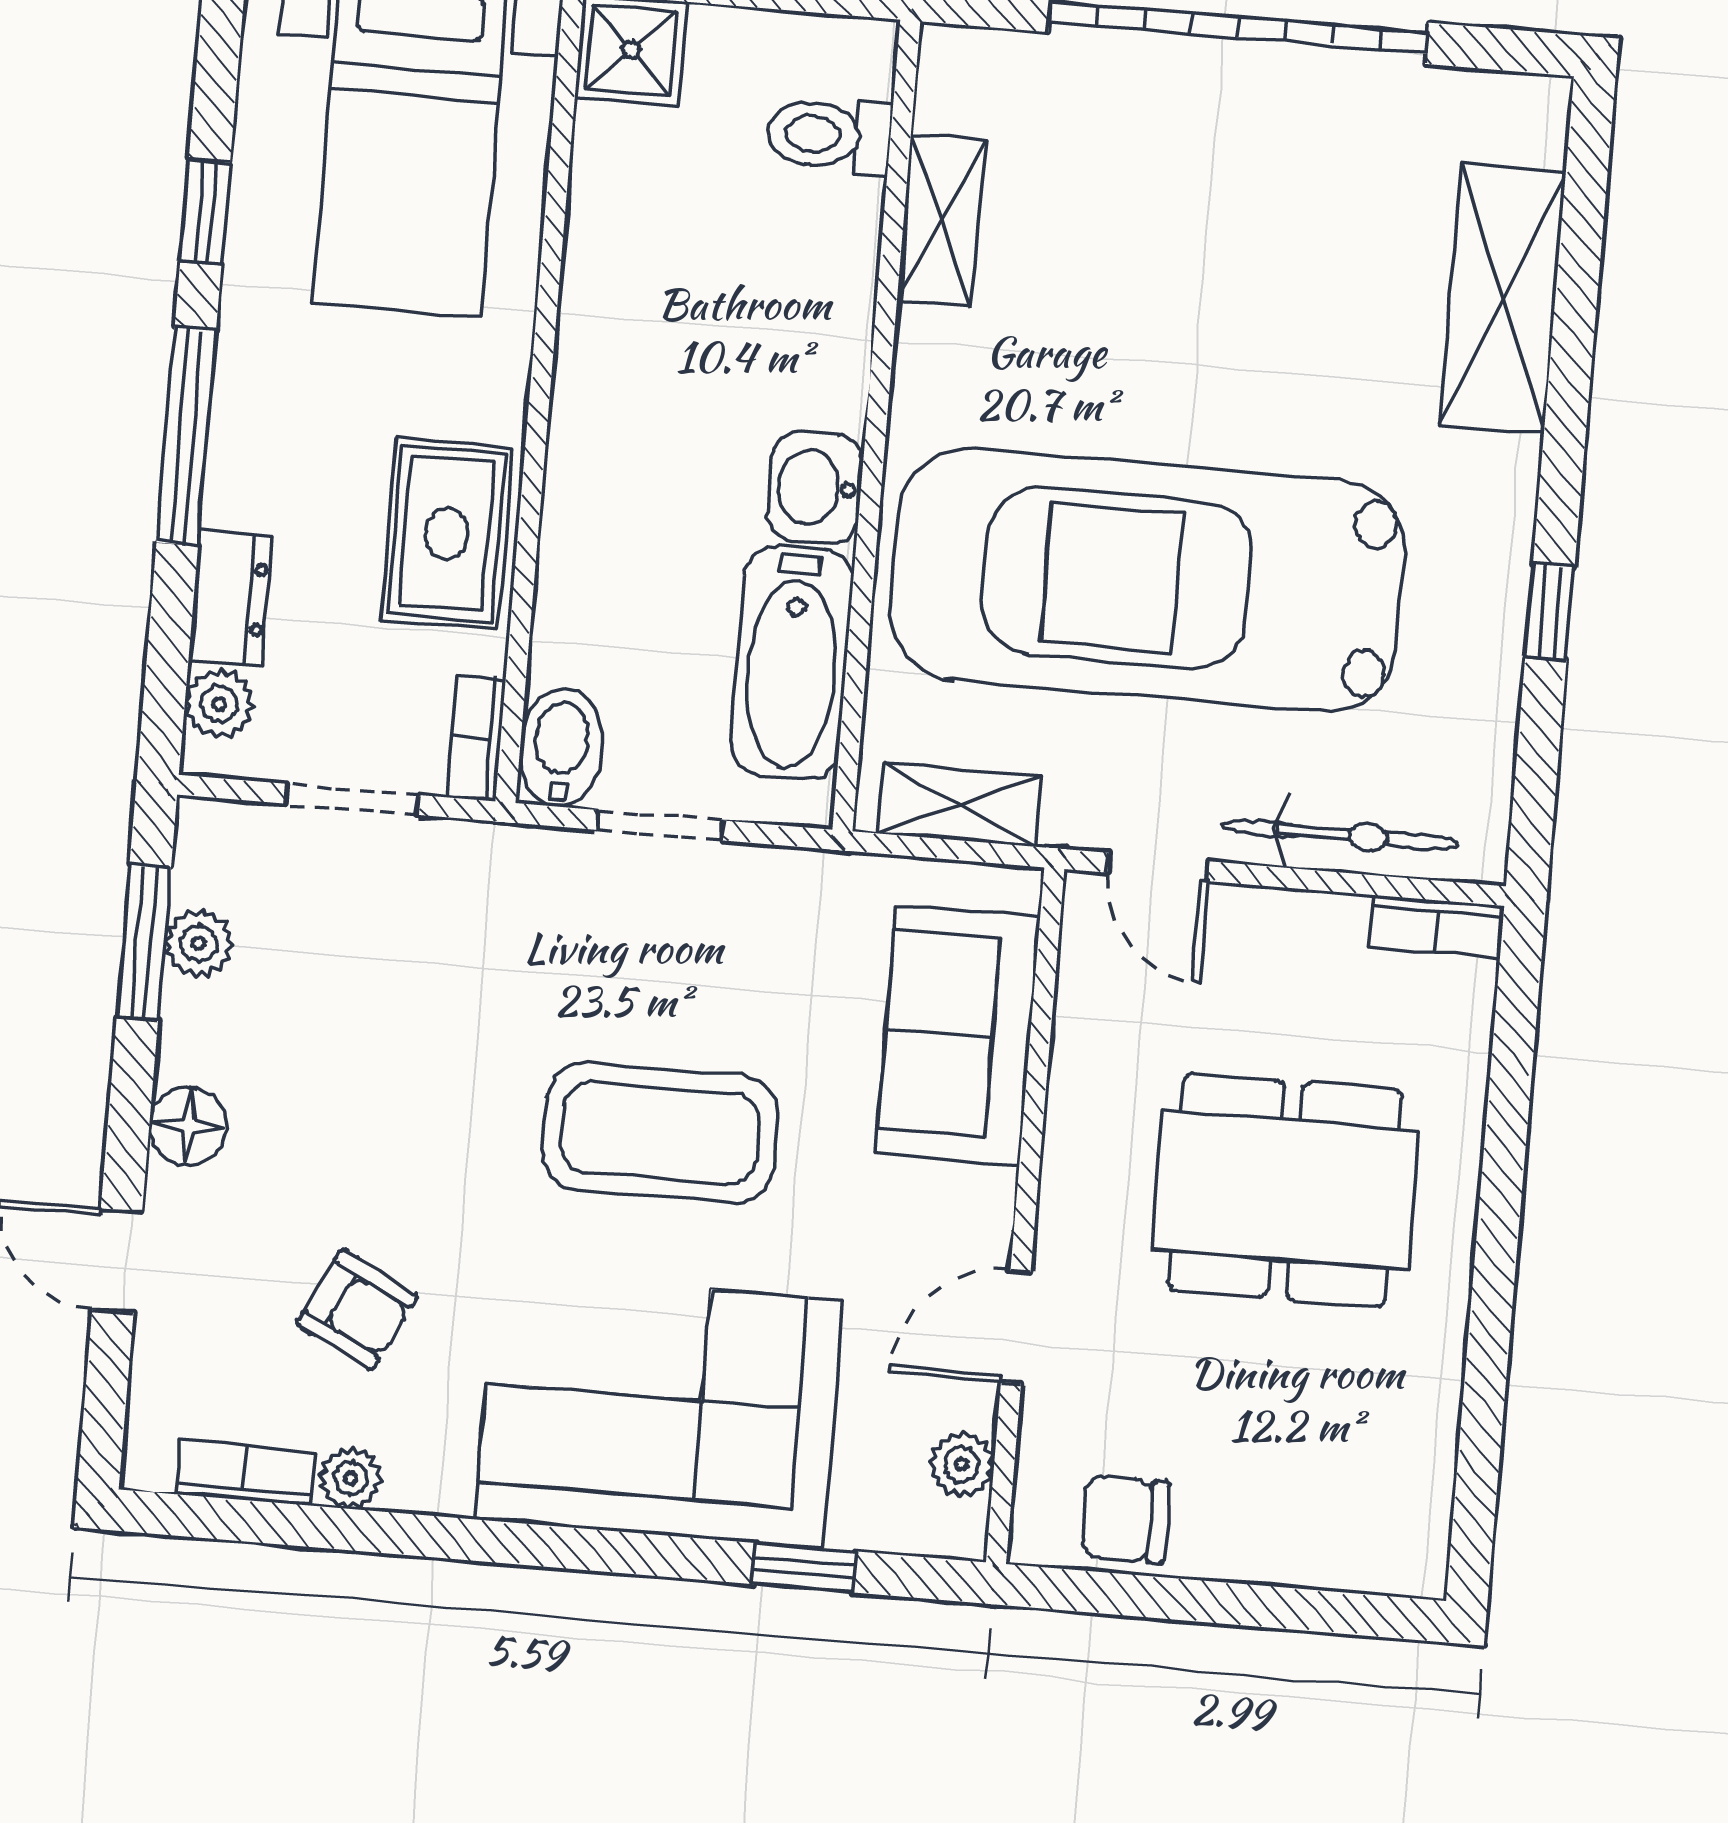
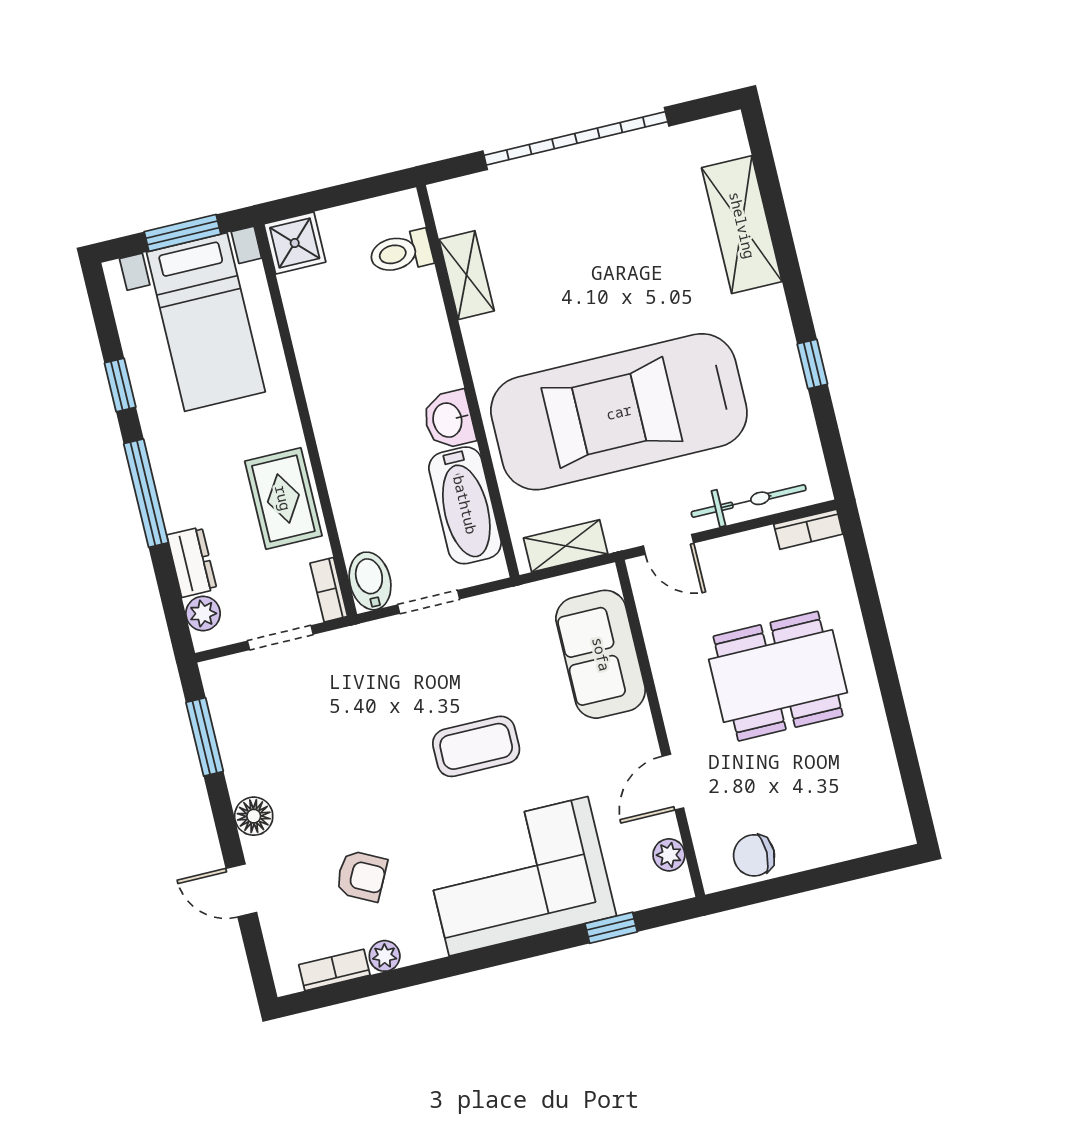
plant: (198, 943) -> (230, 729), removed
coffee table: (660, 1133) -> (476, 746), width x0.73, depth x0.76

